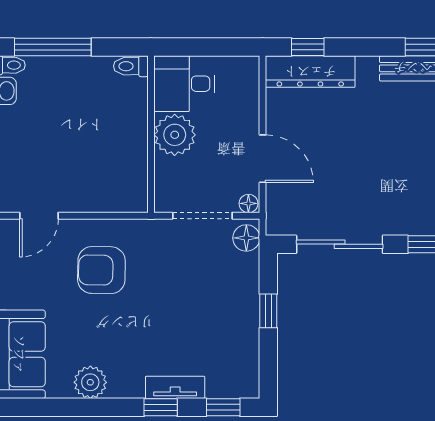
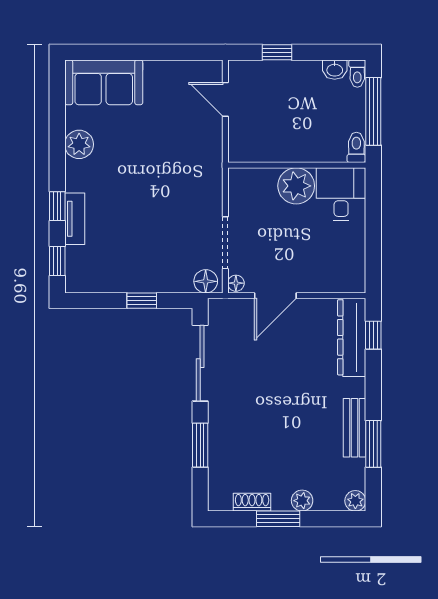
toilet: (131, 66) -> (356, 147), moved
desk: (184, 84) -> (341, 194), moved
wall: (151, 134) -> (297, 165), moved
plant: (175, 135) -> (296, 186), moved
armchair: (101, 270) -> (178, 154), removed

